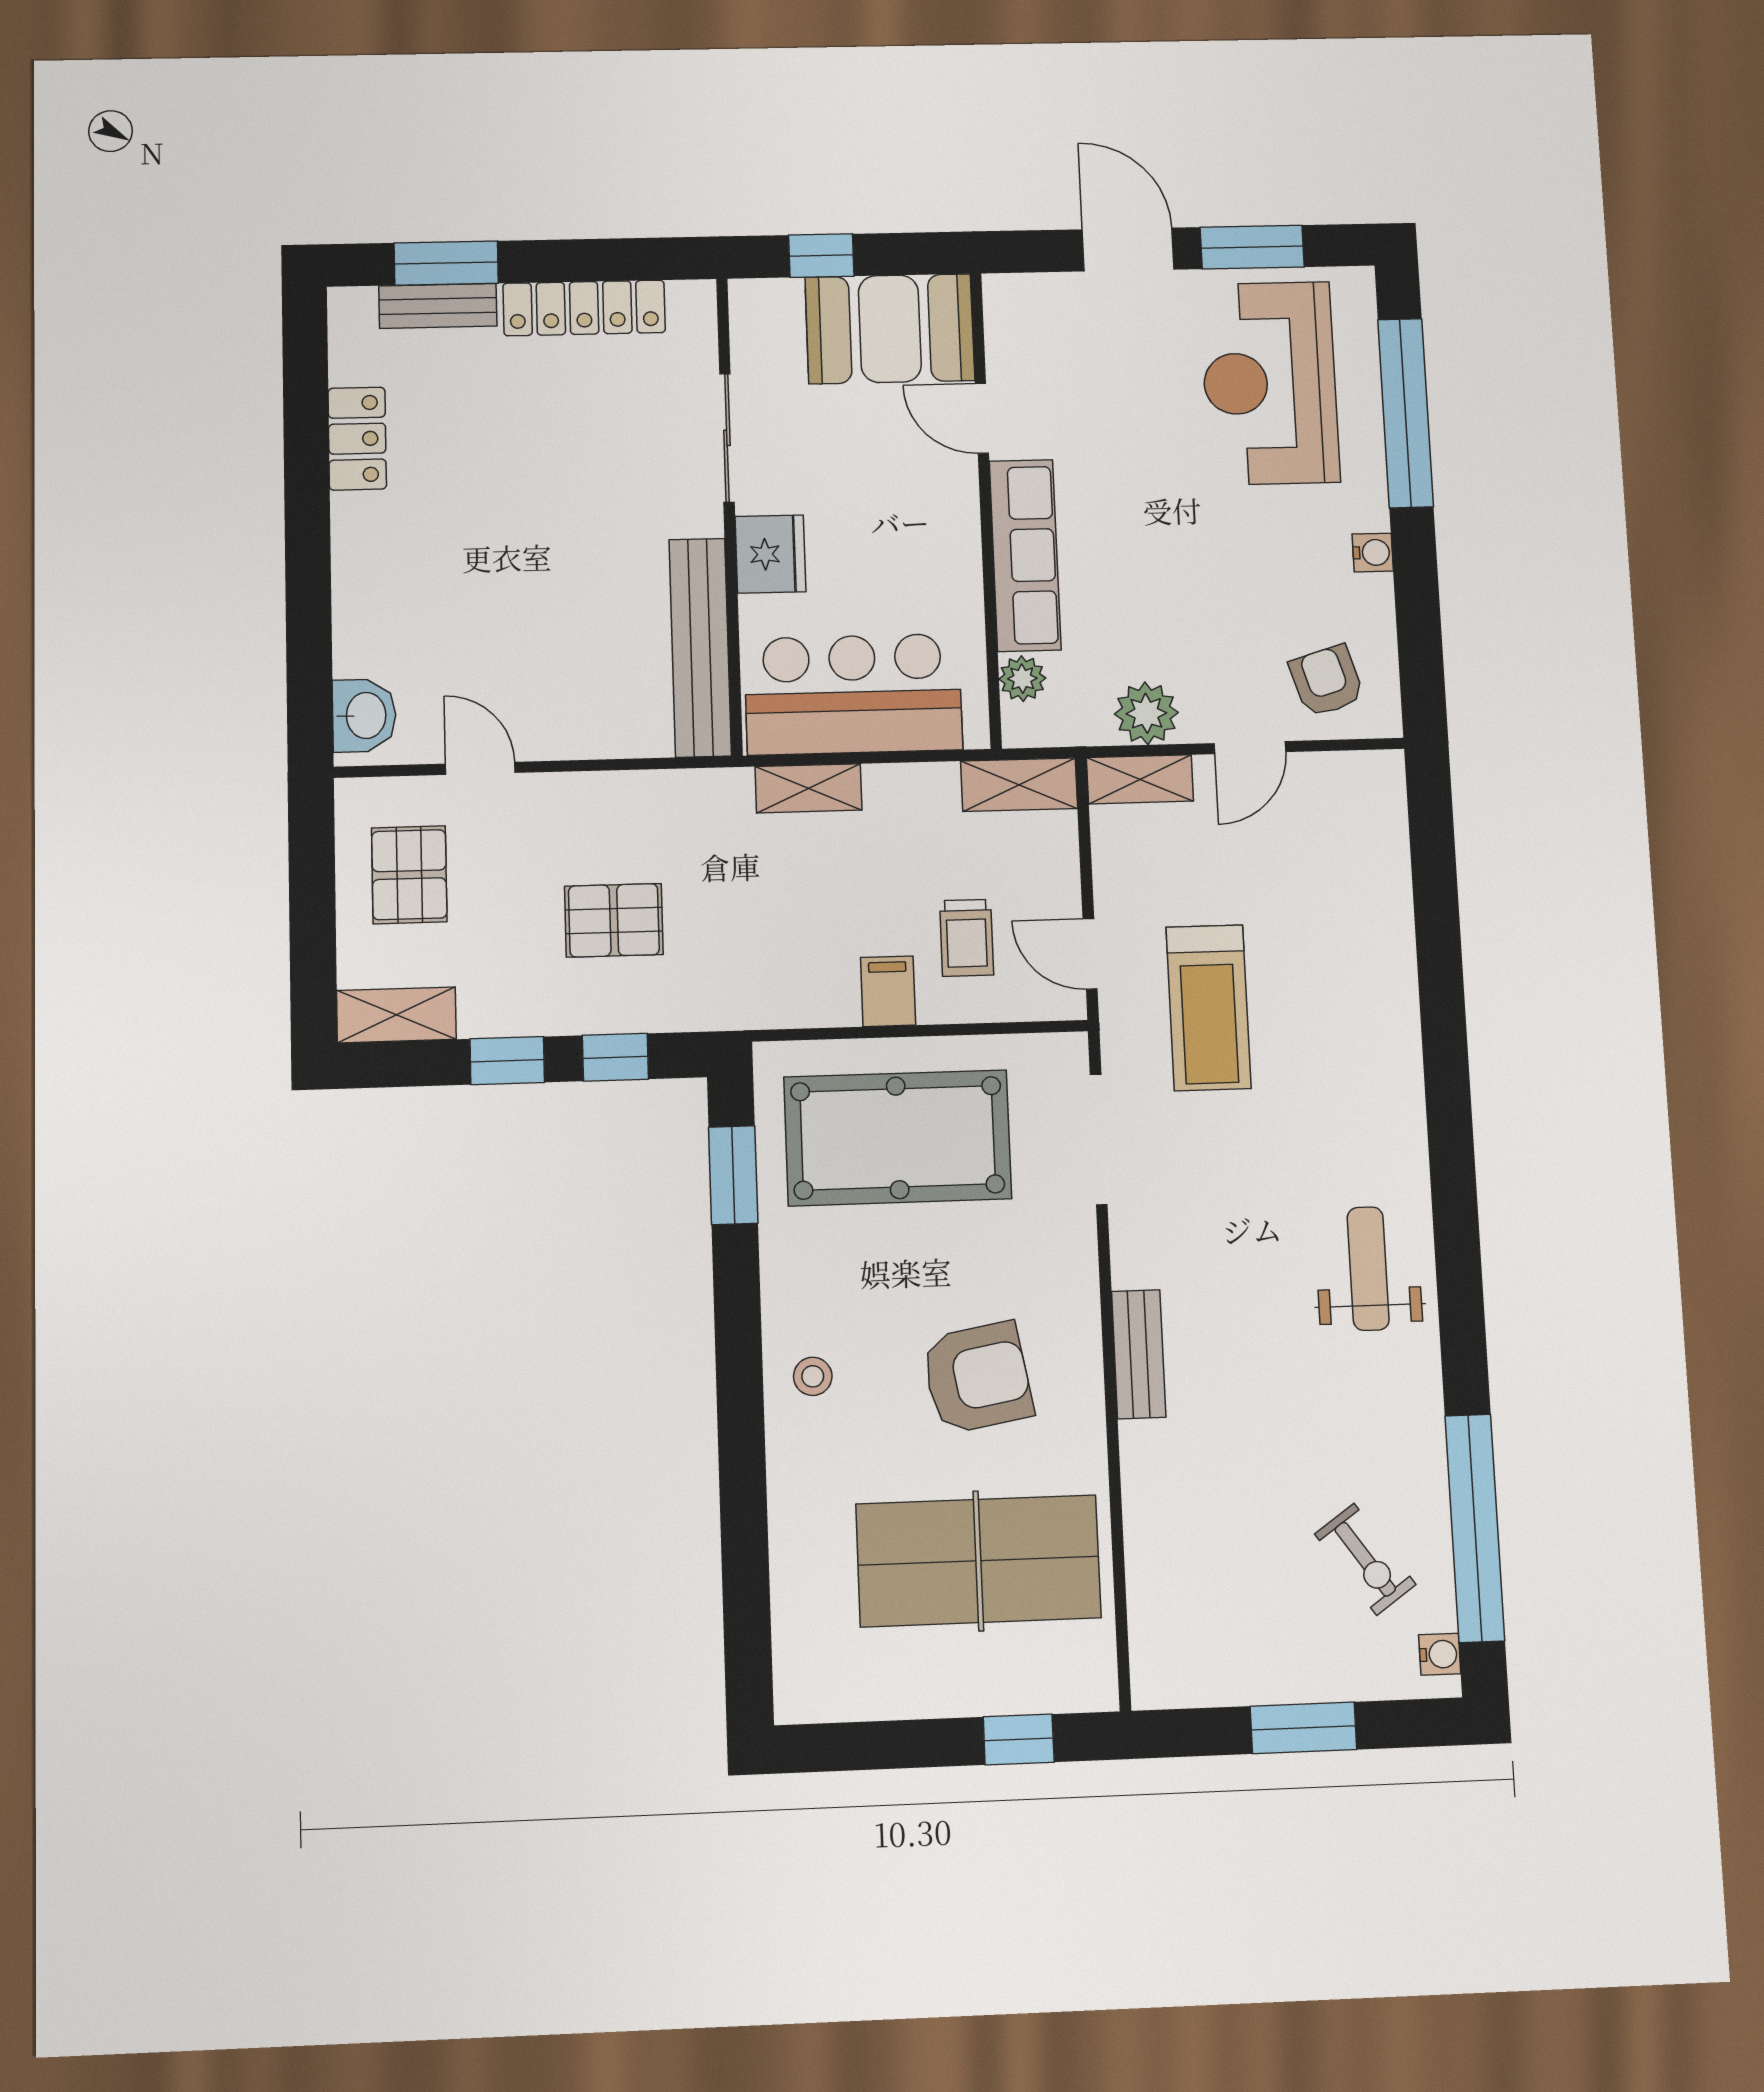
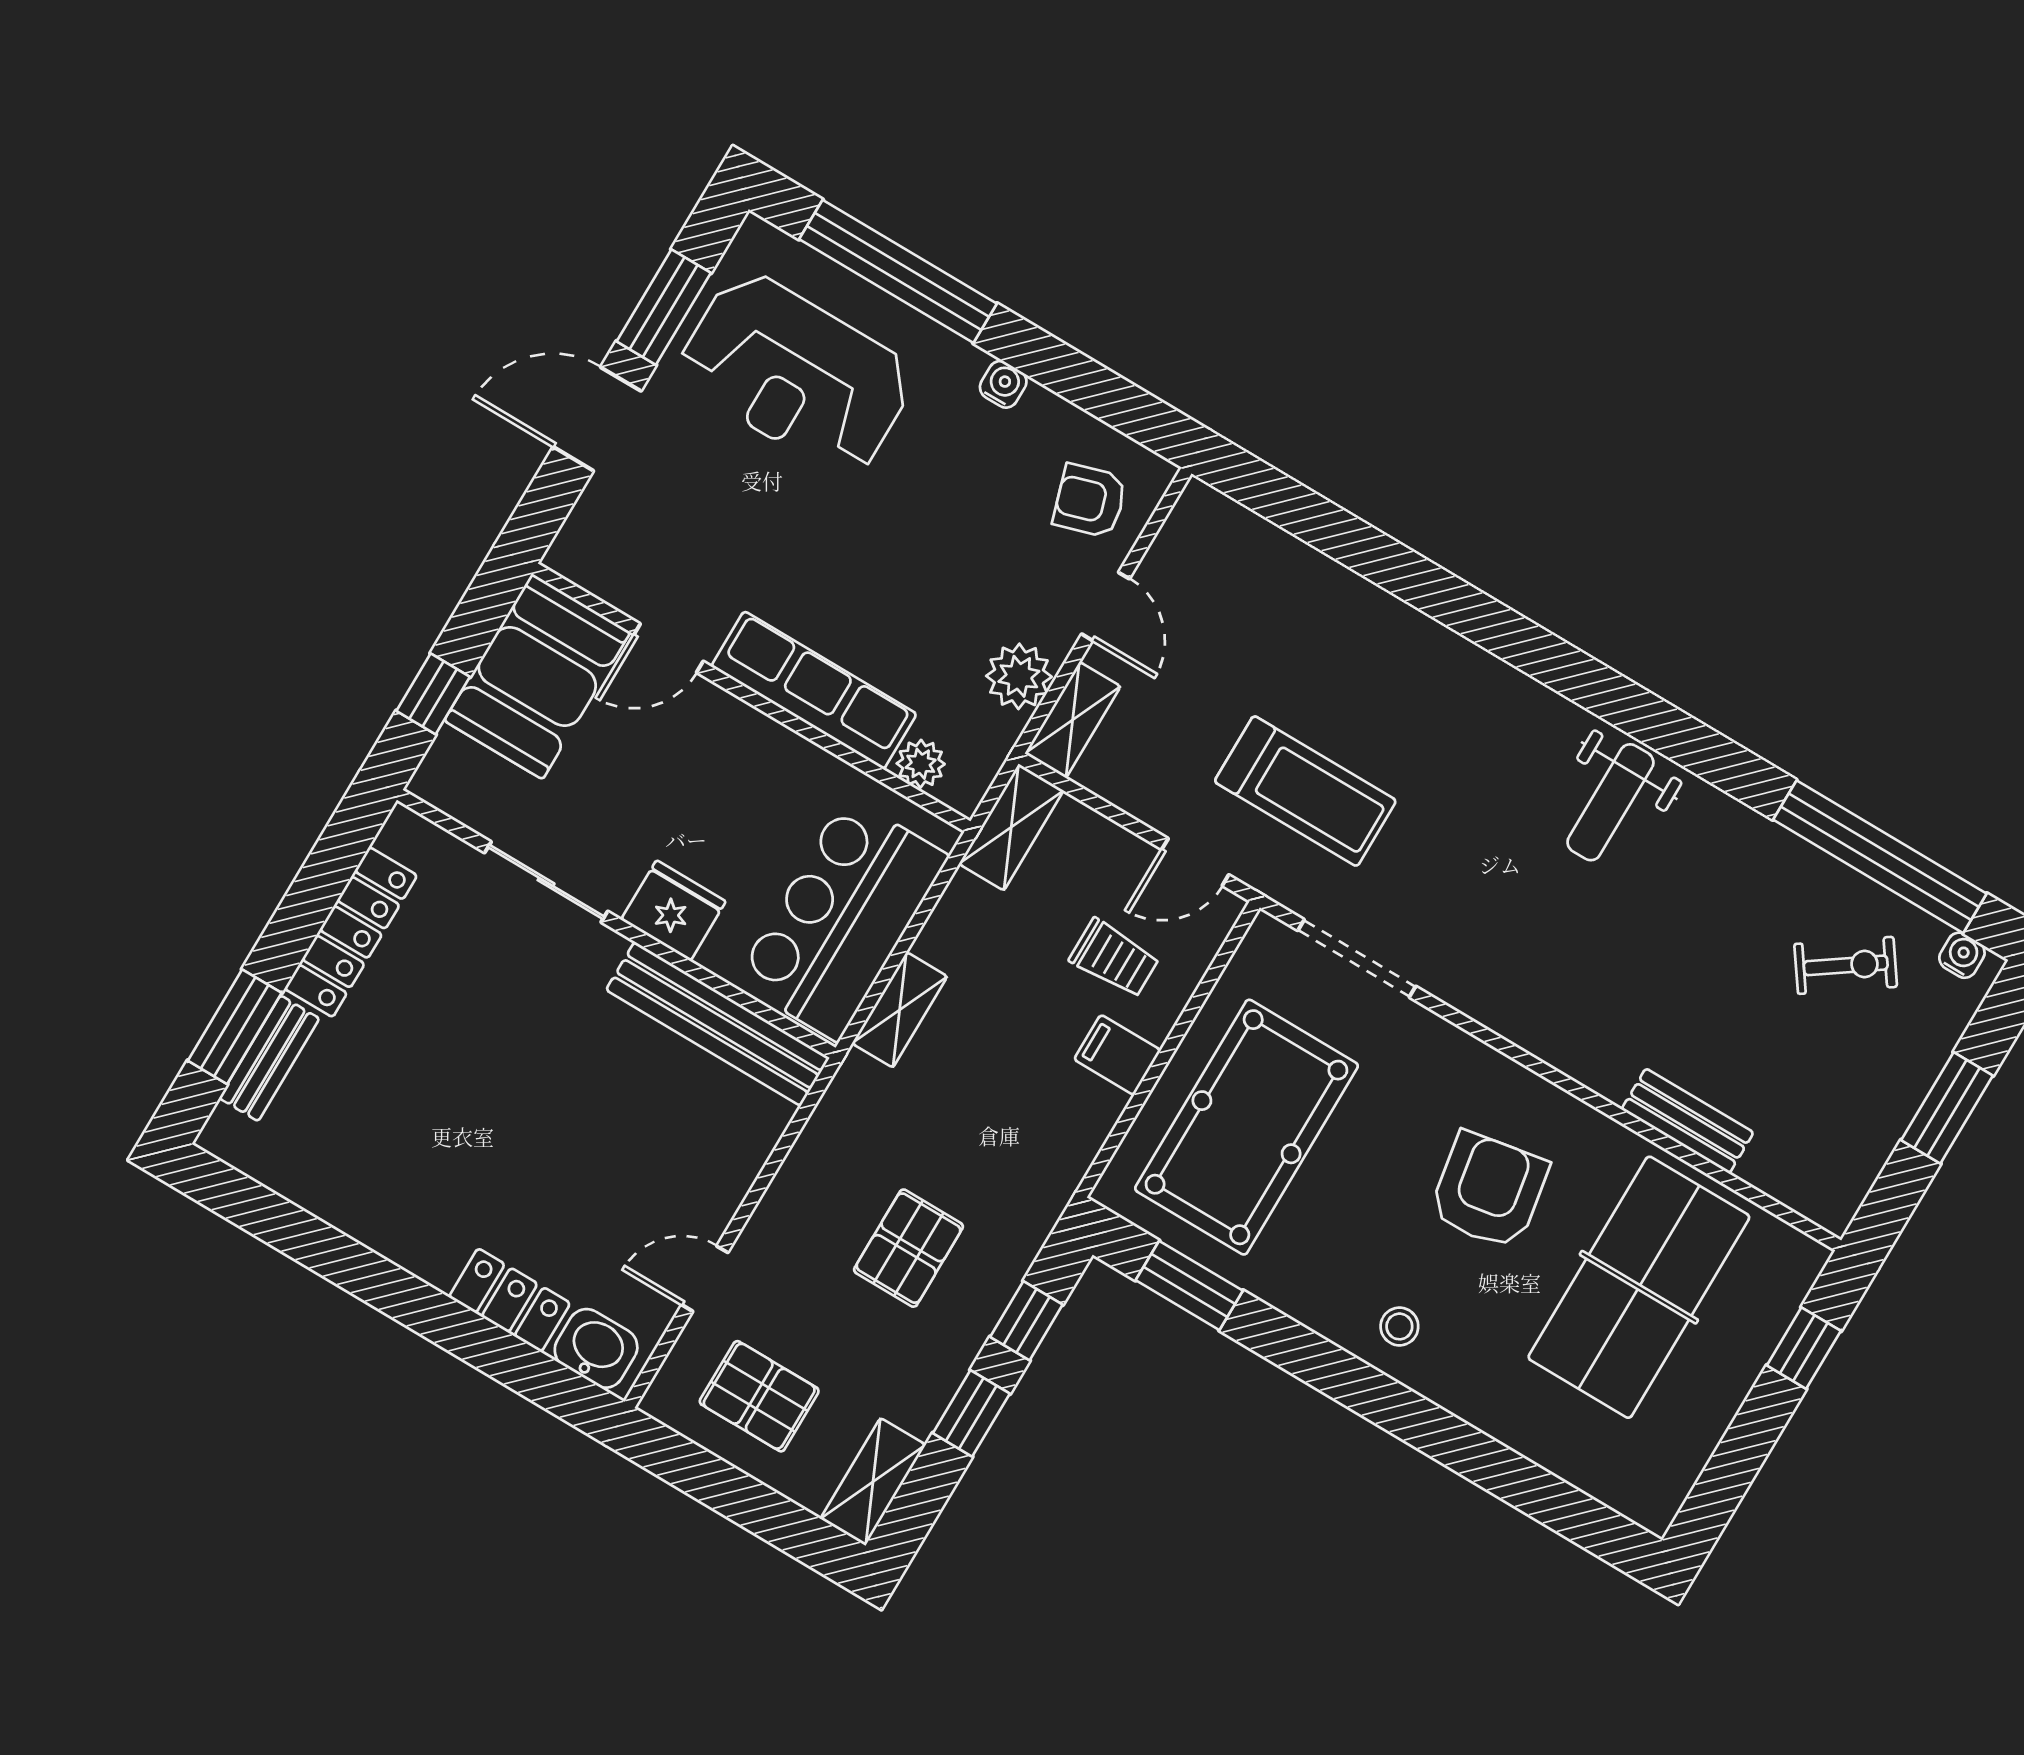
locker: (357, 439) -> (510, 1300), moved
weight bench: (1368, 1269) -> (1610, 802), turned -90
bench: (1139, 1354) -> (1688, 1121), moved

